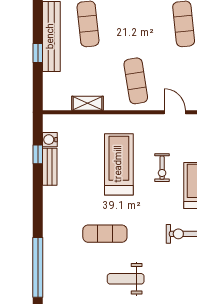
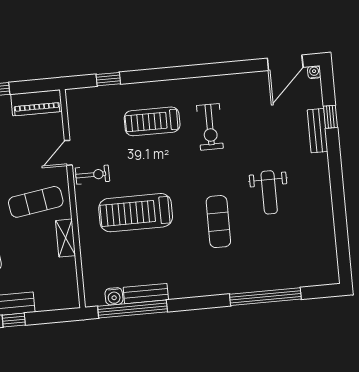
shelving: (88, 103) -> (66, 238), moved
window: (38, 154) -> (133, 309), width x3.17
exercise bike: (162, 168) -> (92, 175), moved

